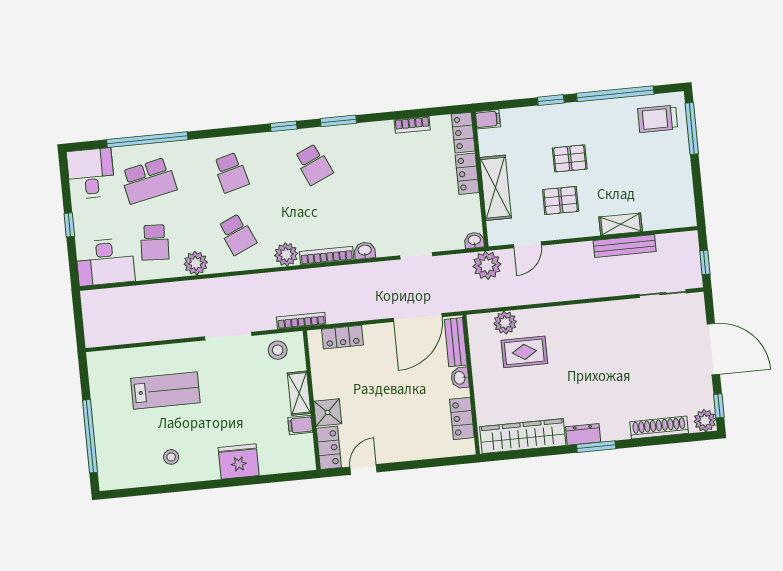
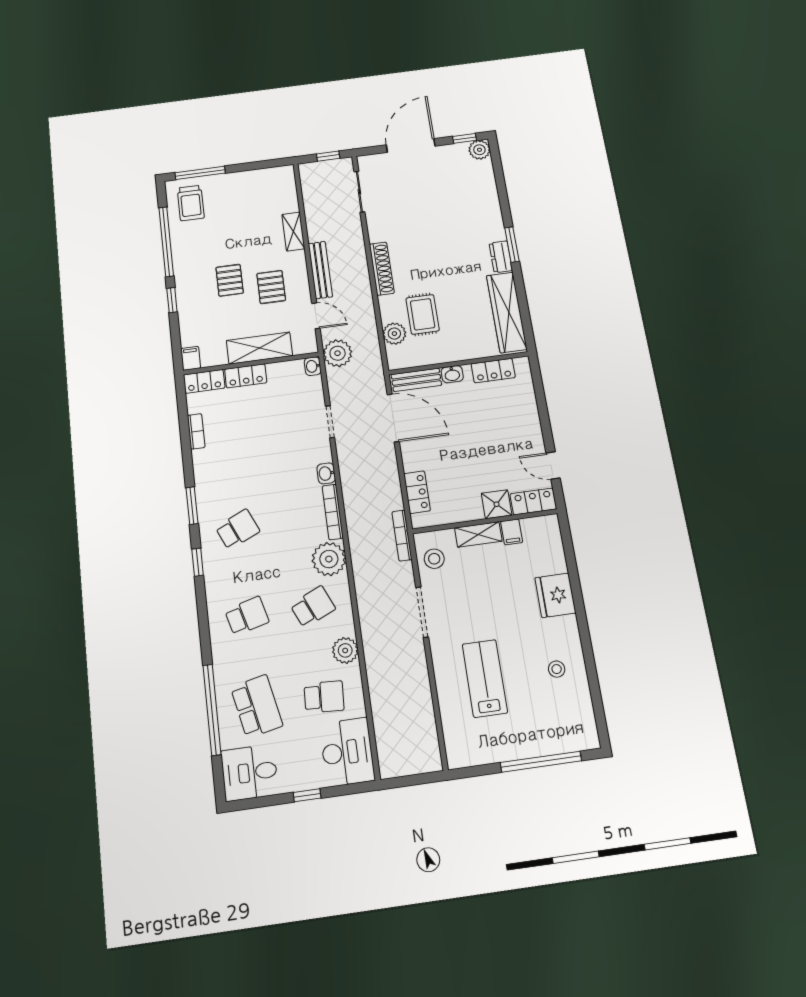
bench: (625, 246) -> (320, 270), moved
plant: (286, 255) -> (329, 559), width x1.36, depth x1.36
shoe rack: (659, 428) -> (382, 269), moved, turned 180

